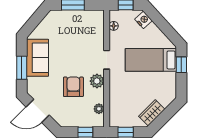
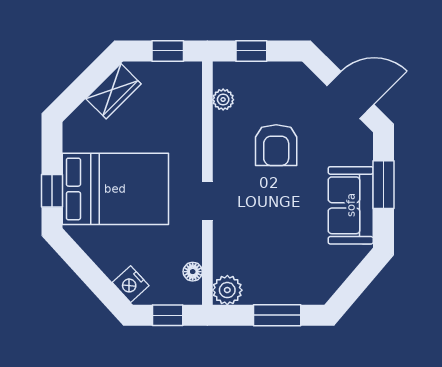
bed: (151, 60) -> (115, 189), width x1.50
plant: (97, 81) -> (227, 290), moved

